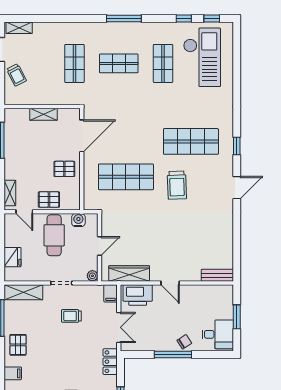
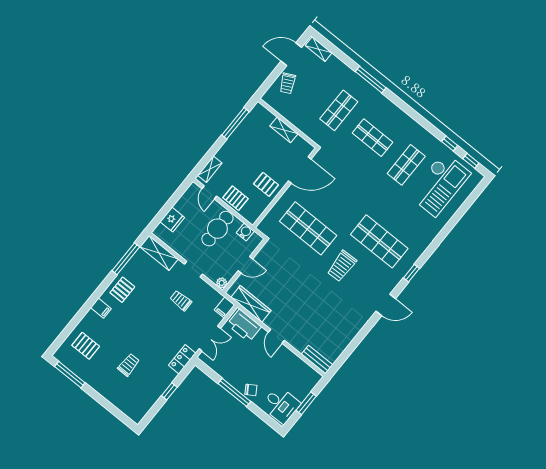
window: (124, 19) -> (371, 80), moved

